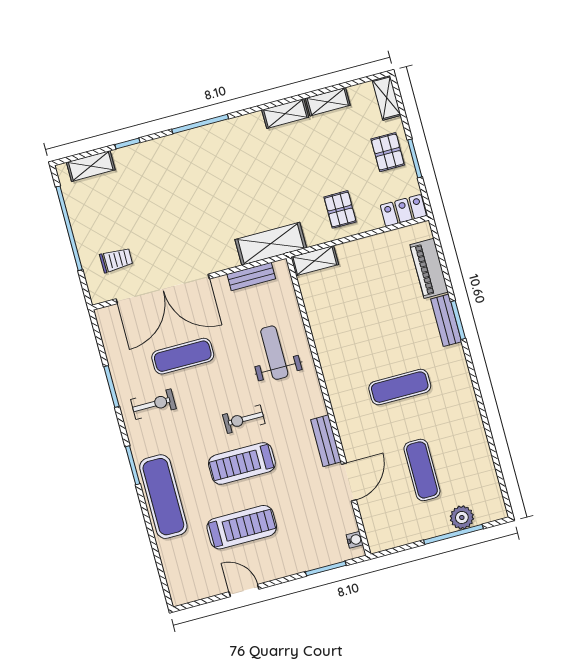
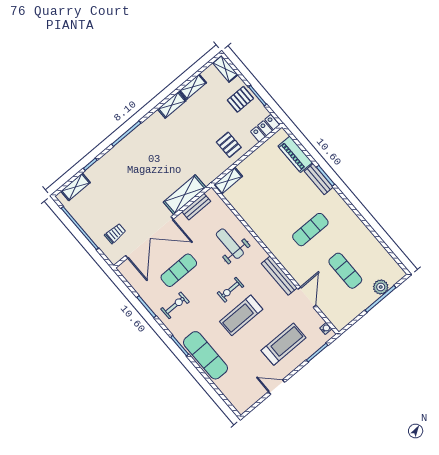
pallet: (388, 152) -> (240, 99), turned 90
shelving: (271, 244) -> (185, 195), moved
bench: (326, 441) -> (279, 276), width x1.36
treadmill: (242, 527) -> (284, 344), moved

